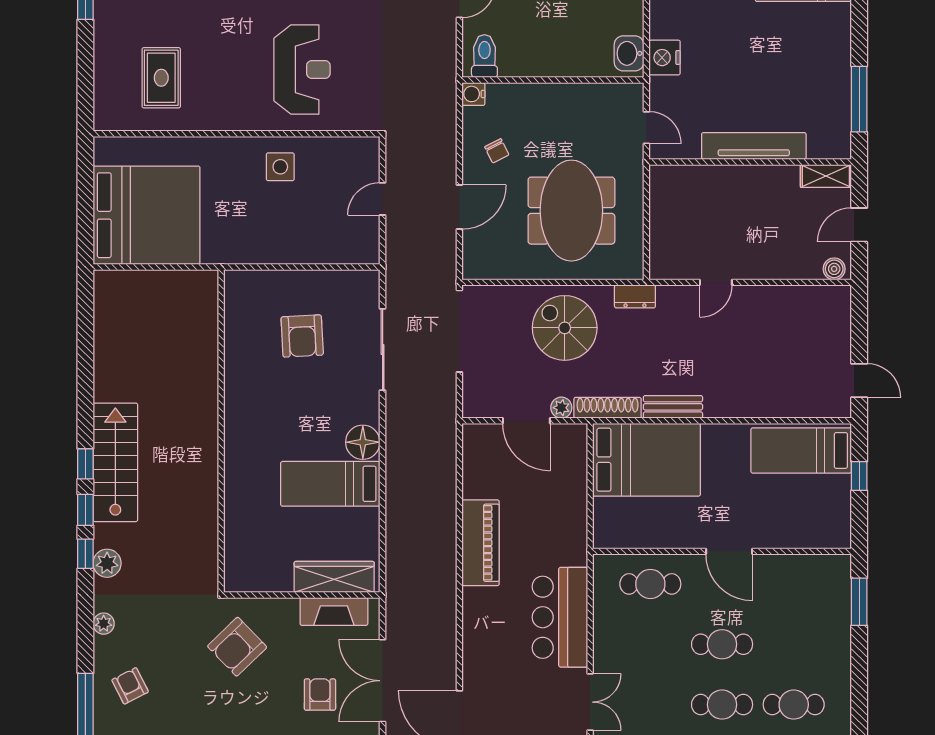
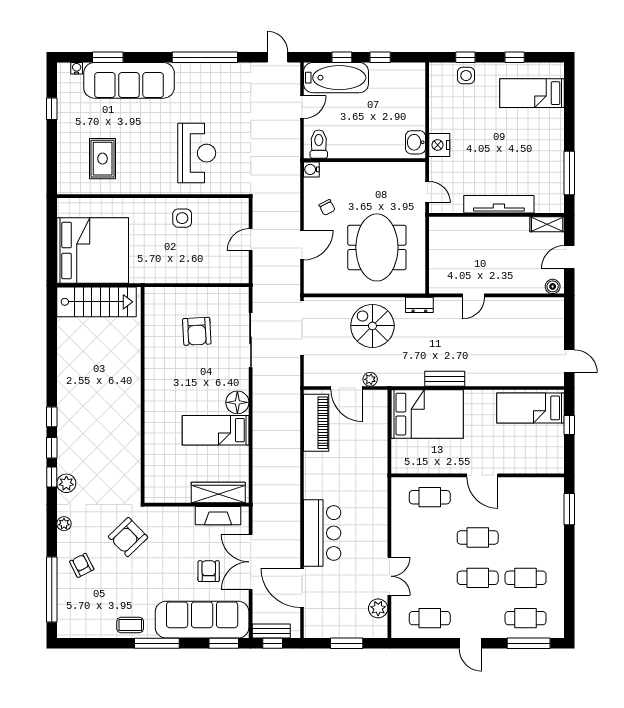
shoe rack: (608, 408) -> (401, 379), removed
stairs: (115, 462) -> (97, 302), moved, turned 90
piano: (481, 543) -> (316, 423), moved
bar counter: (560, 617) -> (322, 533), moved, turned 180
armchair: (237, 647) -> (128, 537), moved

